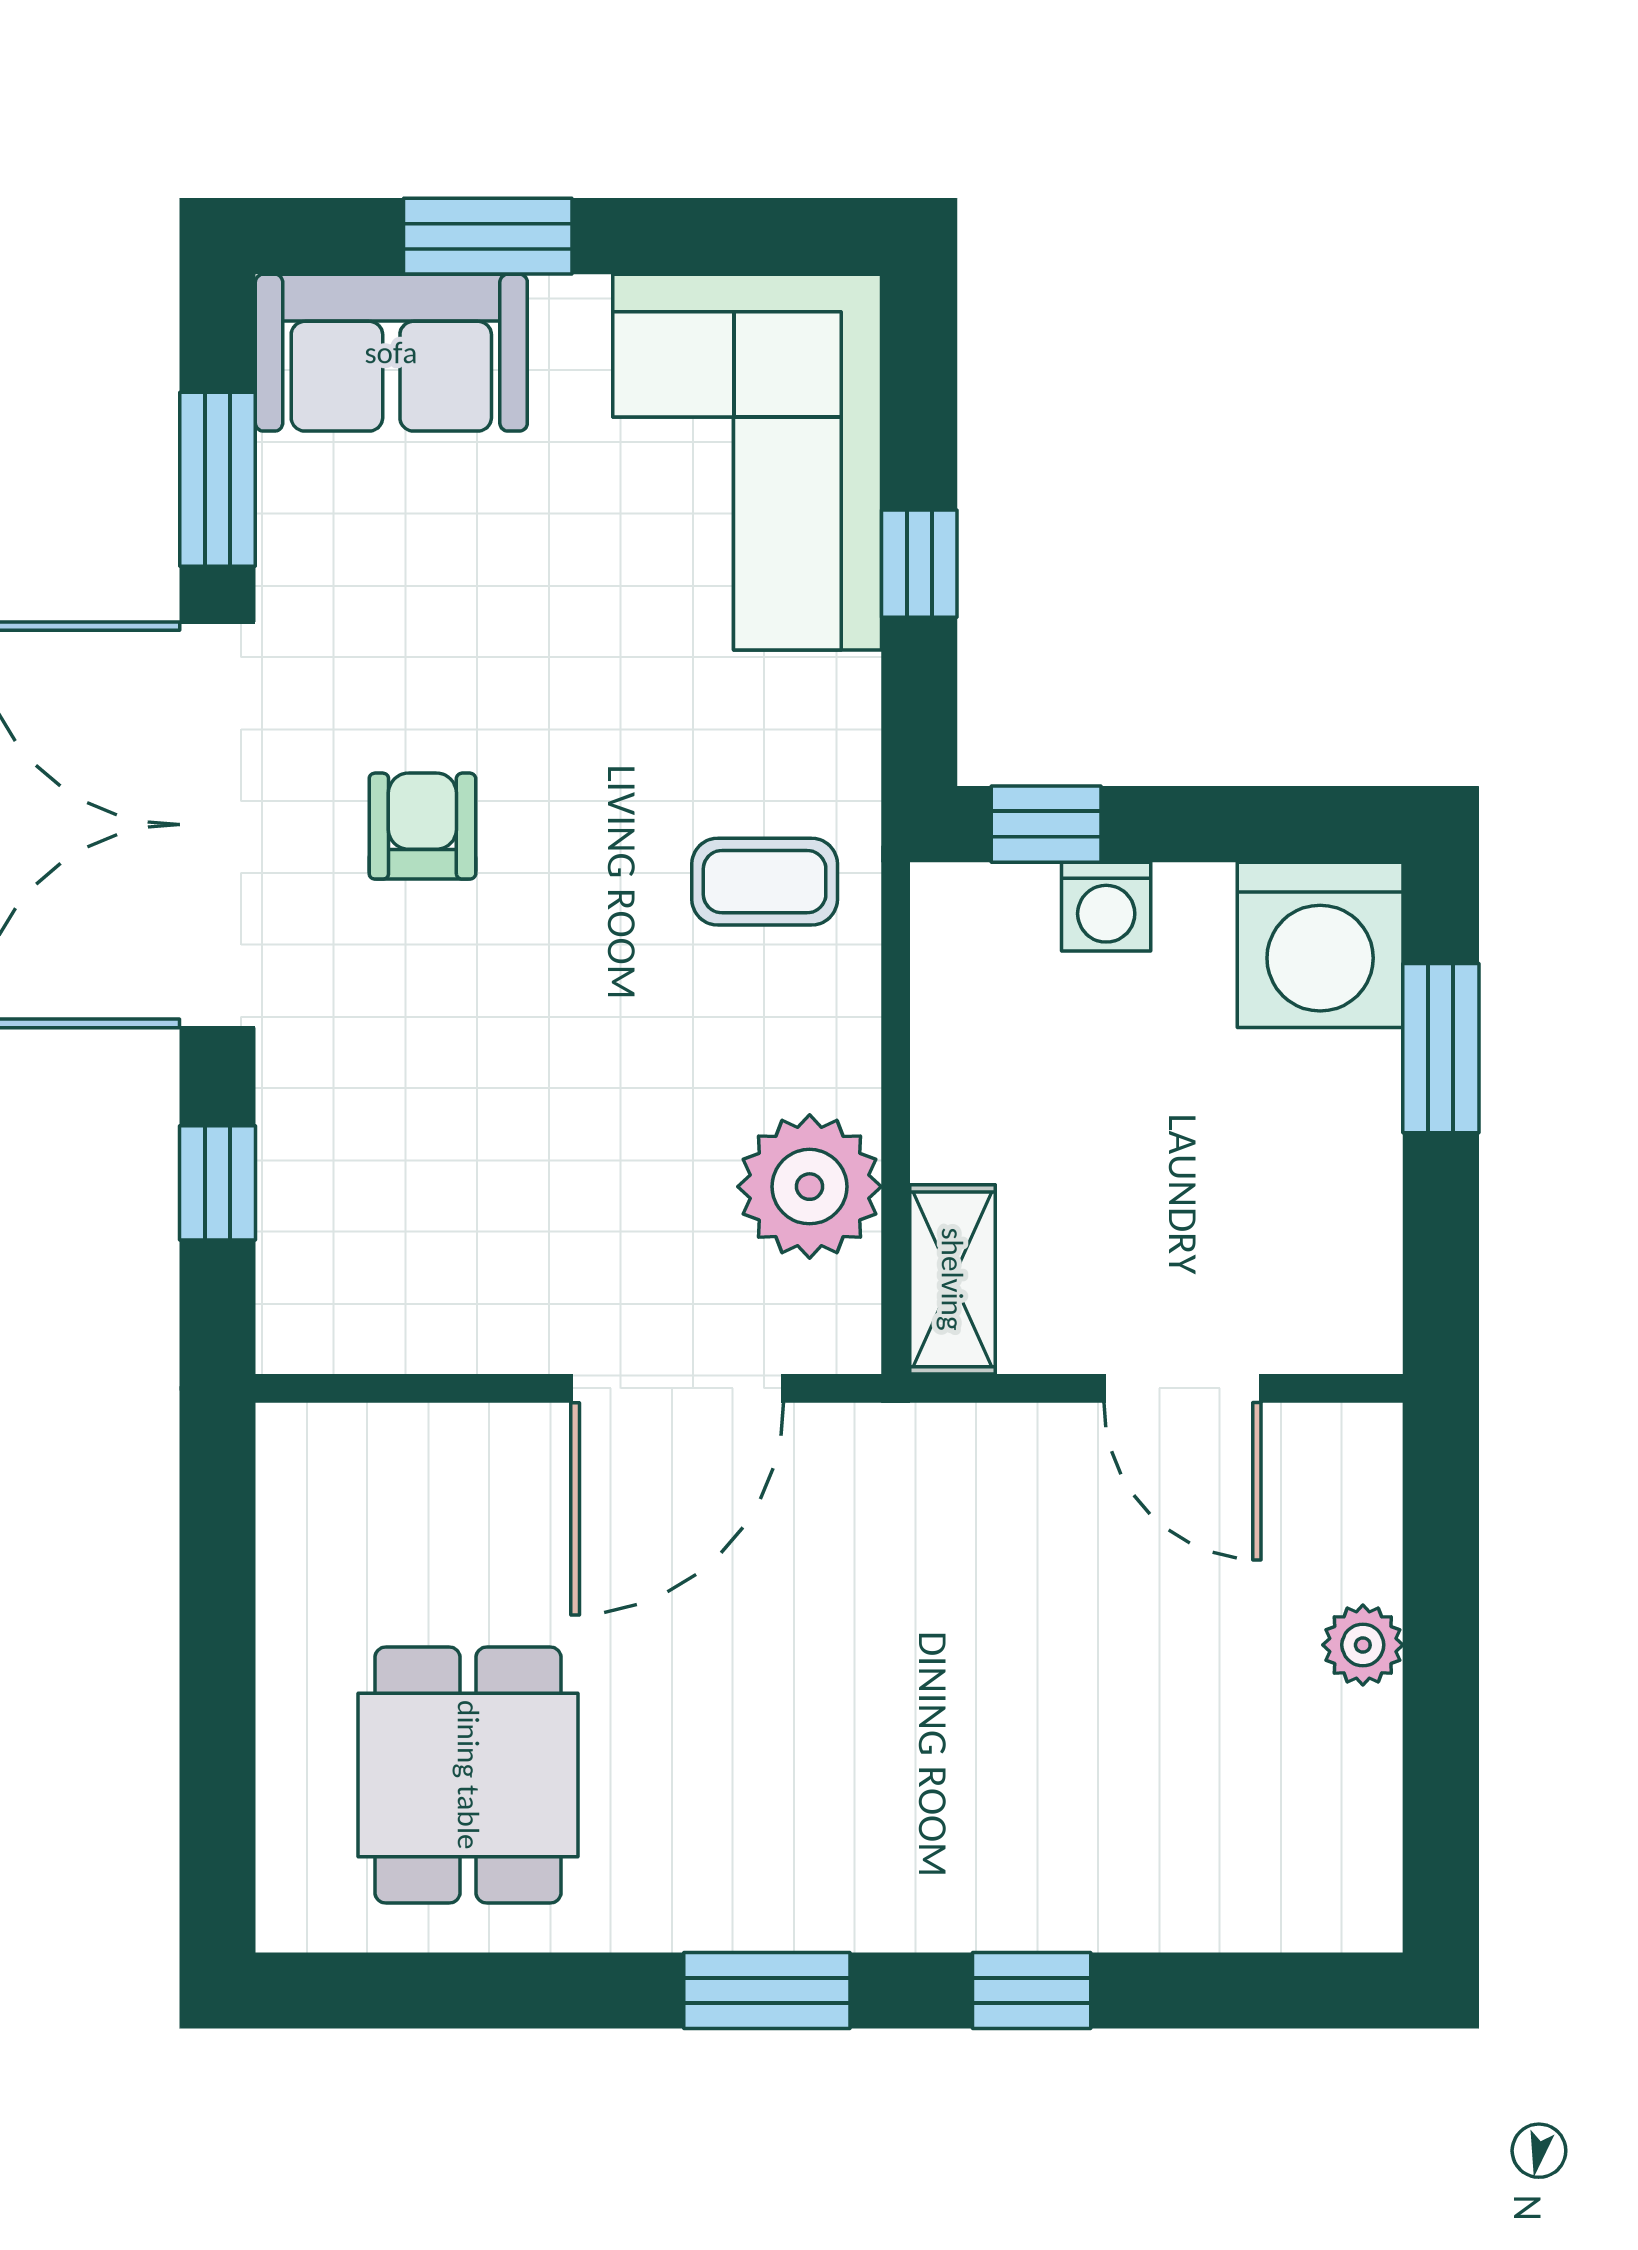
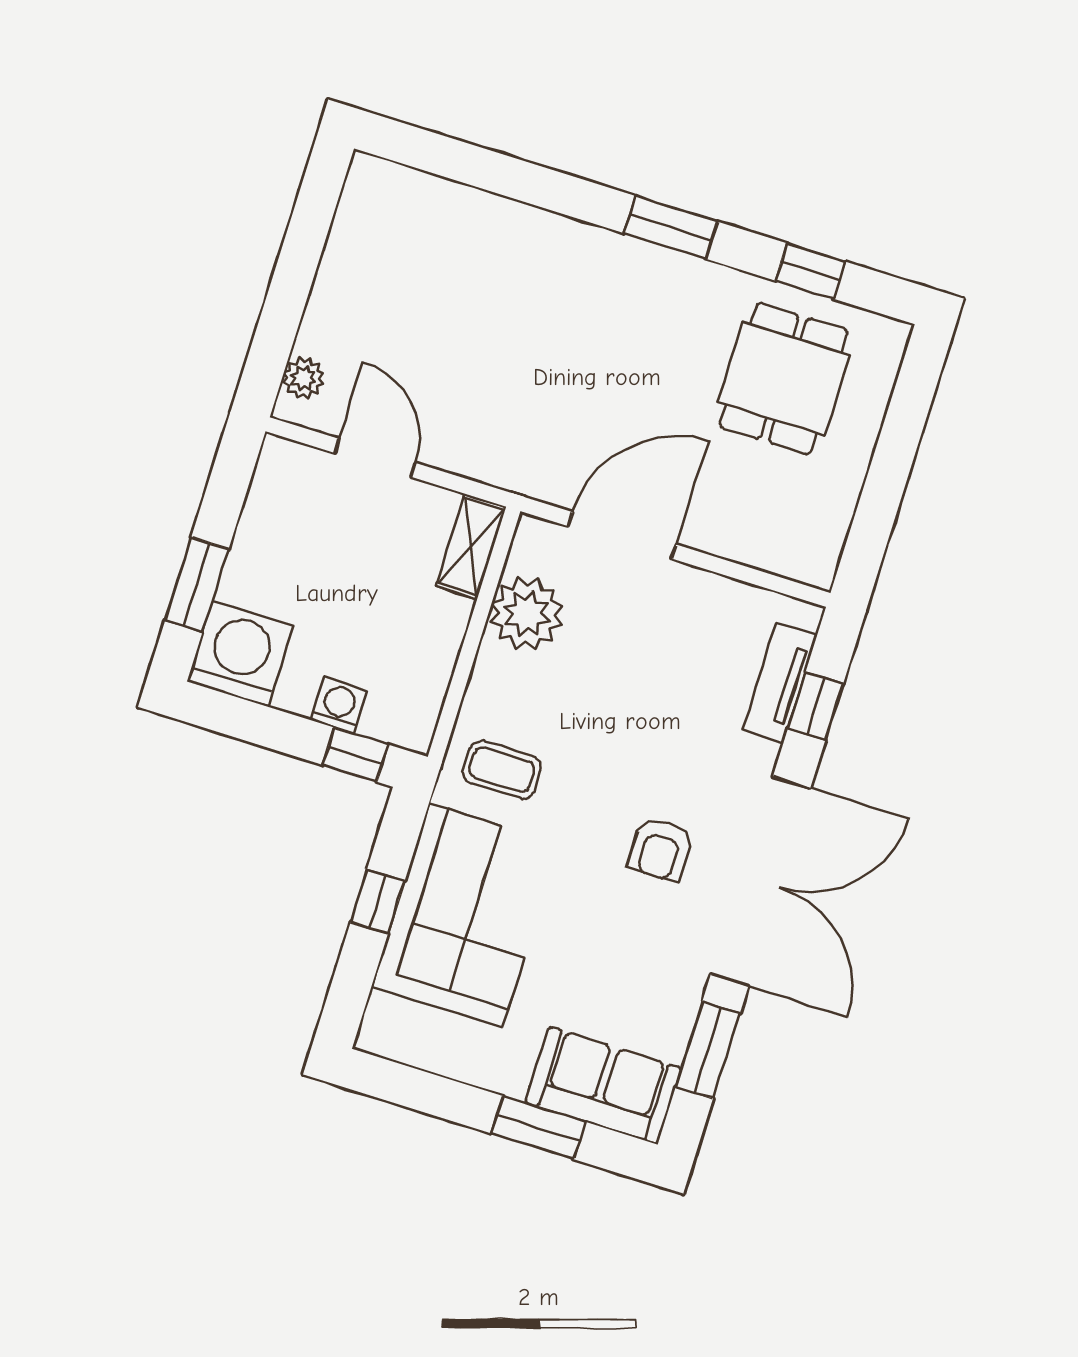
corner sofa: (747, 462) -> (466, 915), moved
tv unit: (297, 1206) -> (780, 683), added
plant: (1363, 1645) -> (303, 378), moved
window: (1032, 1991) -> (810, 271), moved

